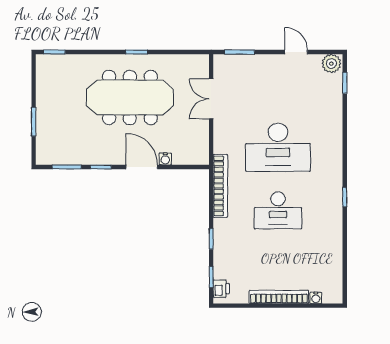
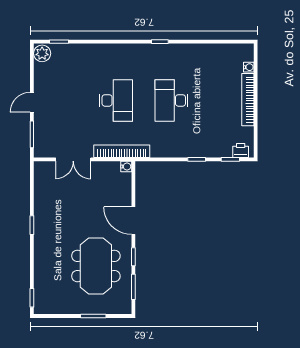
door: (296, 52) -> (32, 102), moved
meeting table: (130, 97) -> (96, 266), moved, width x0.73
desk: (278, 147) -> (116, 100), width x0.73, depth x0.77
water cooler: (165, 159) -> (126, 167), moved
door: (142, 167) -> (133, 221), hinge flipped
bookcase: (220, 186) -> (122, 151), moved
desk: (278, 210) -> (172, 100), turned 180

